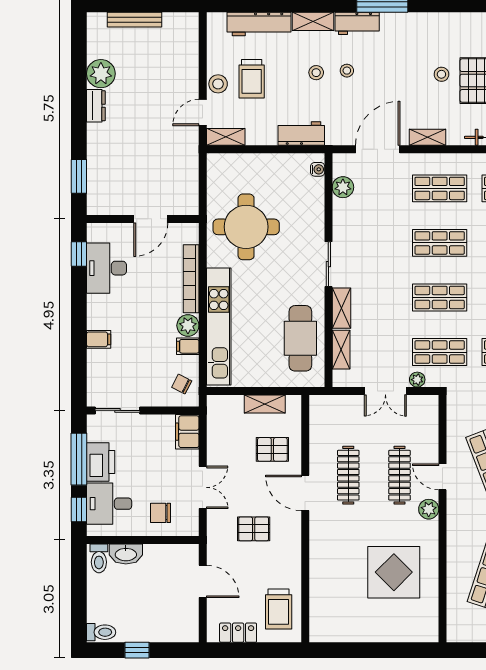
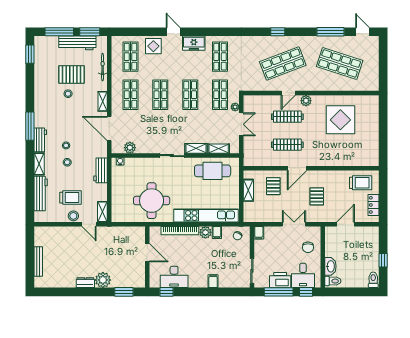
plant: (101, 74) -> (103, 280), moved
filing cabinet: (187, 432) -> (259, 233), width x0.50

